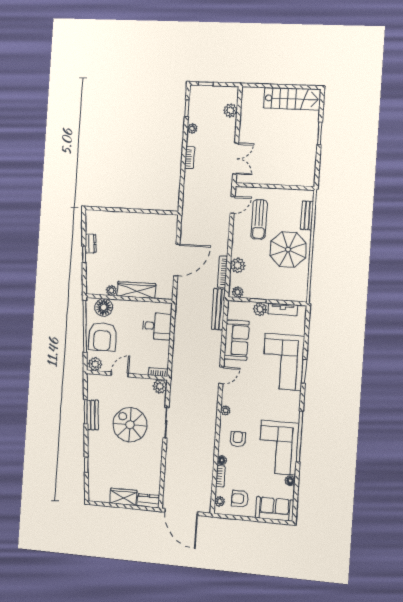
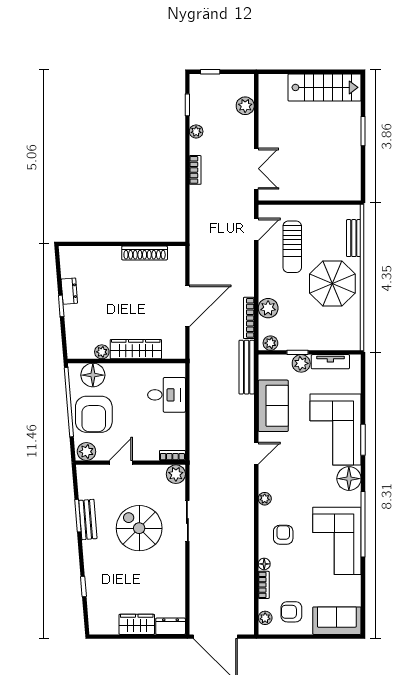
shoe rack: (148, 218) -> (145, 253), added
floor lamp: (290, 481) -> (349, 479), moved, width x1.89, depth x1.89

